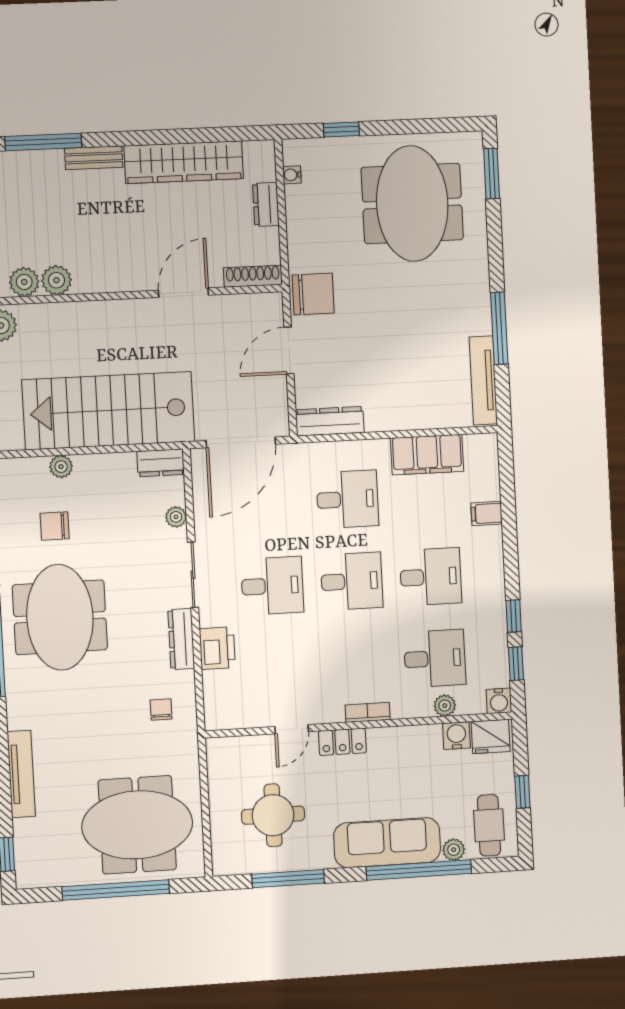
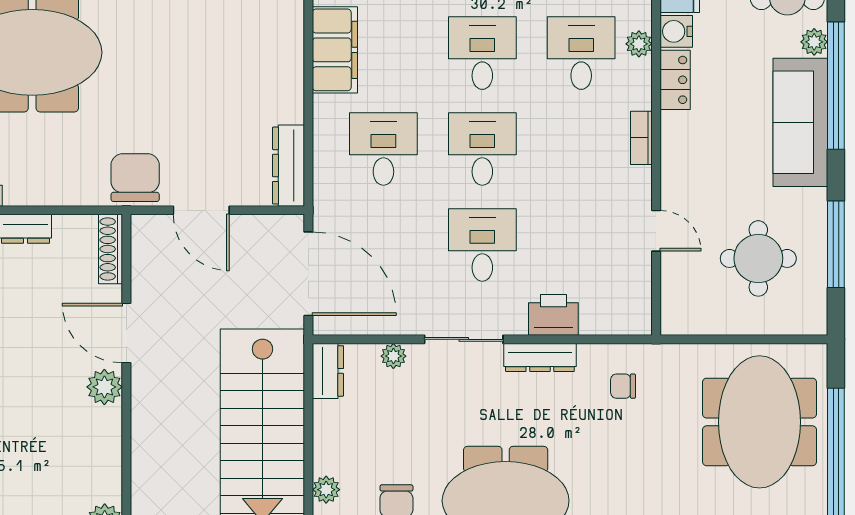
plant: (56, 280) -> (104, 387), moved
locker: (342, 742) -> (675, 80), moved

